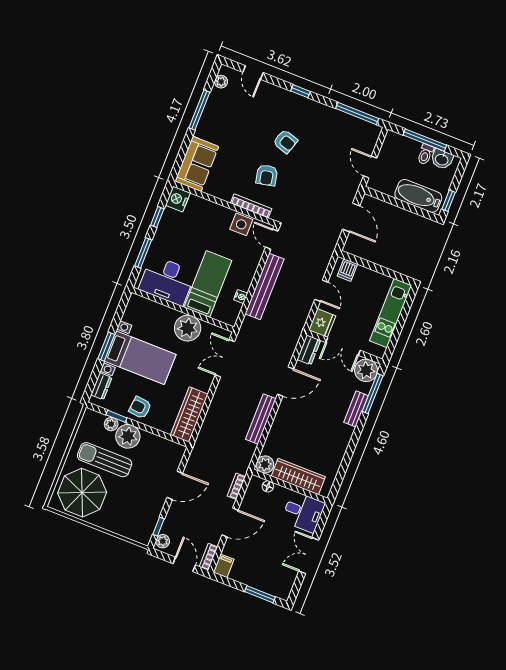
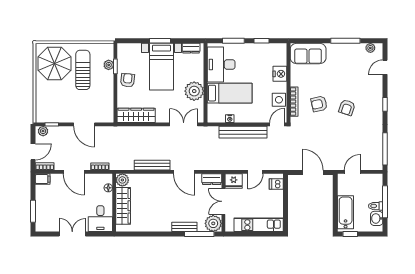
nightstand: (178, 199) -> (280, 74), moved, turned 90
door: (351, 218) -> (313, 172), swing flipped
dresser: (101, 386) -> (191, 48), moved
plant: (128, 436) -> (105, 79), removed

